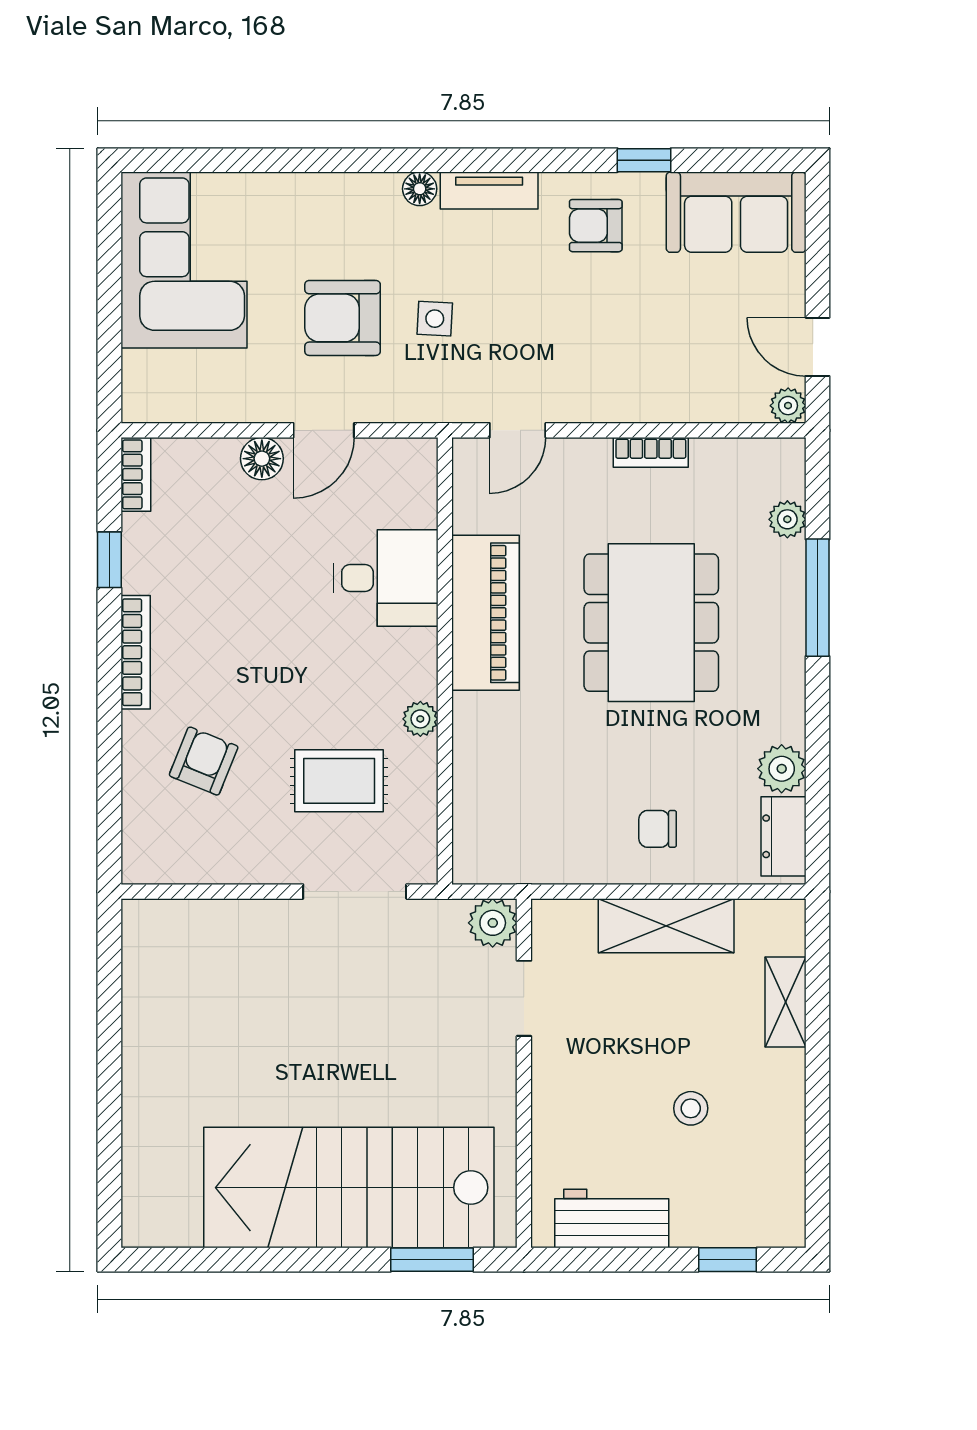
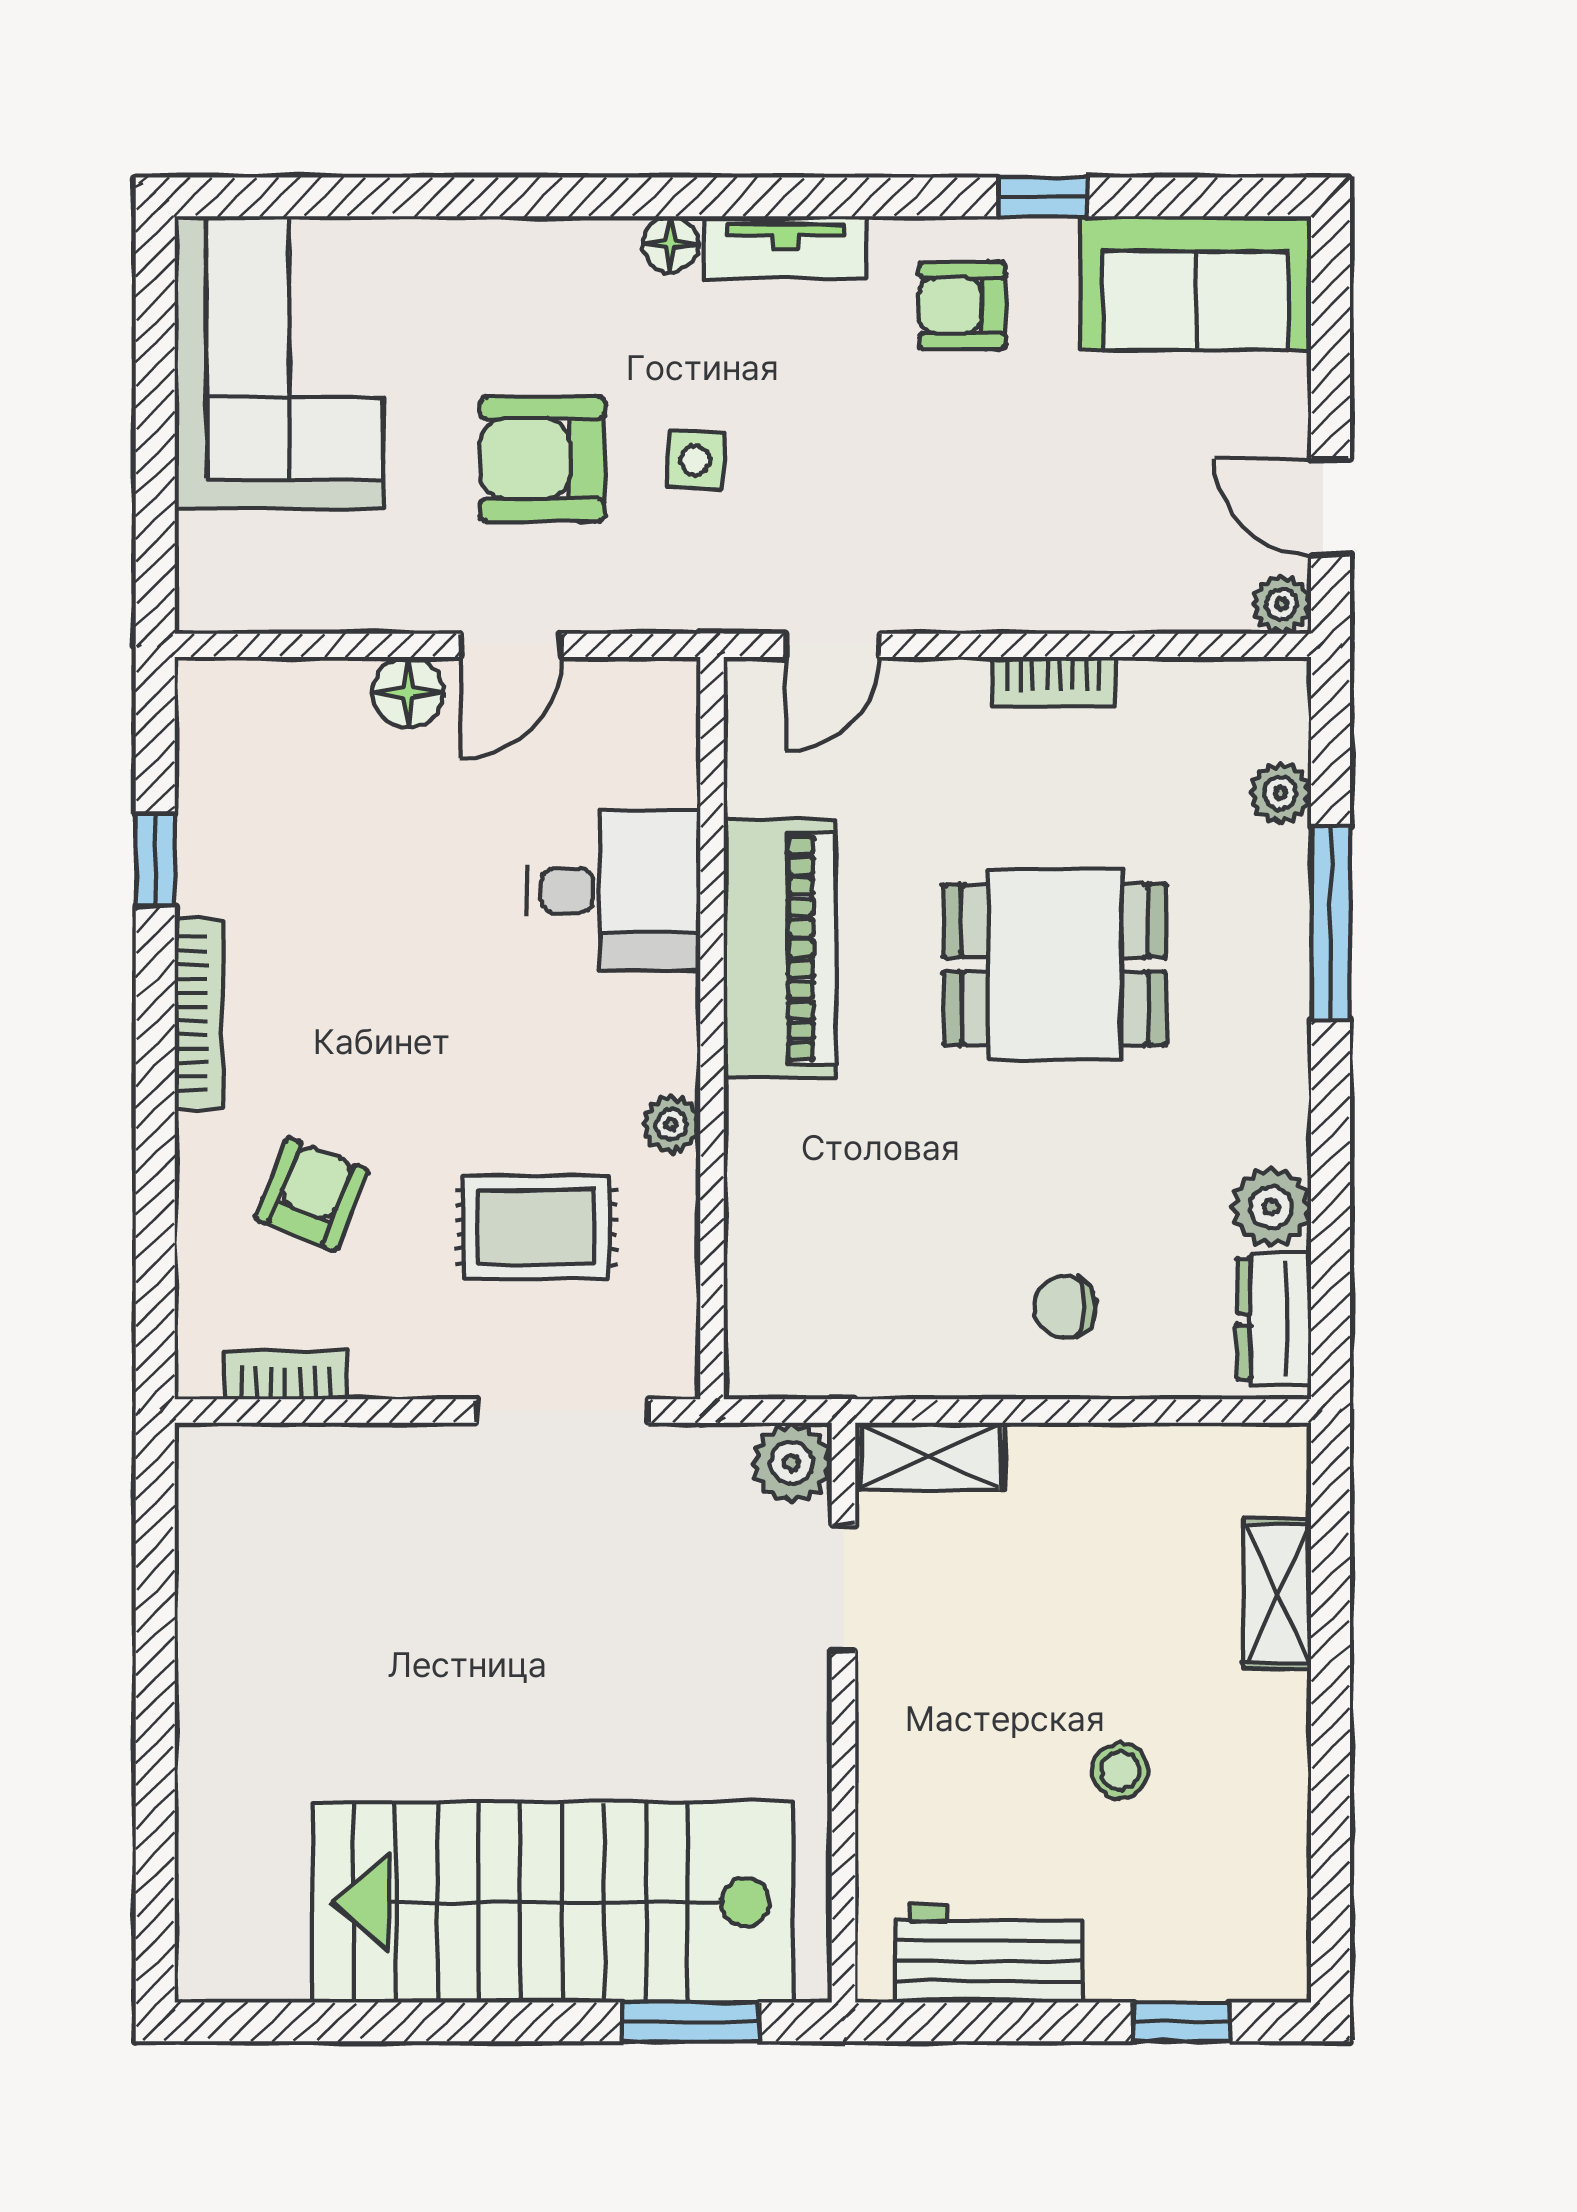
bookcase: (136, 474) -> (286, 1375), moved, turned -90
dining table: (651, 623) -> (1055, 965), width x0.73
shelving: (666, 926) -> (930, 1456), moved, width x0.67, depth x0.75

